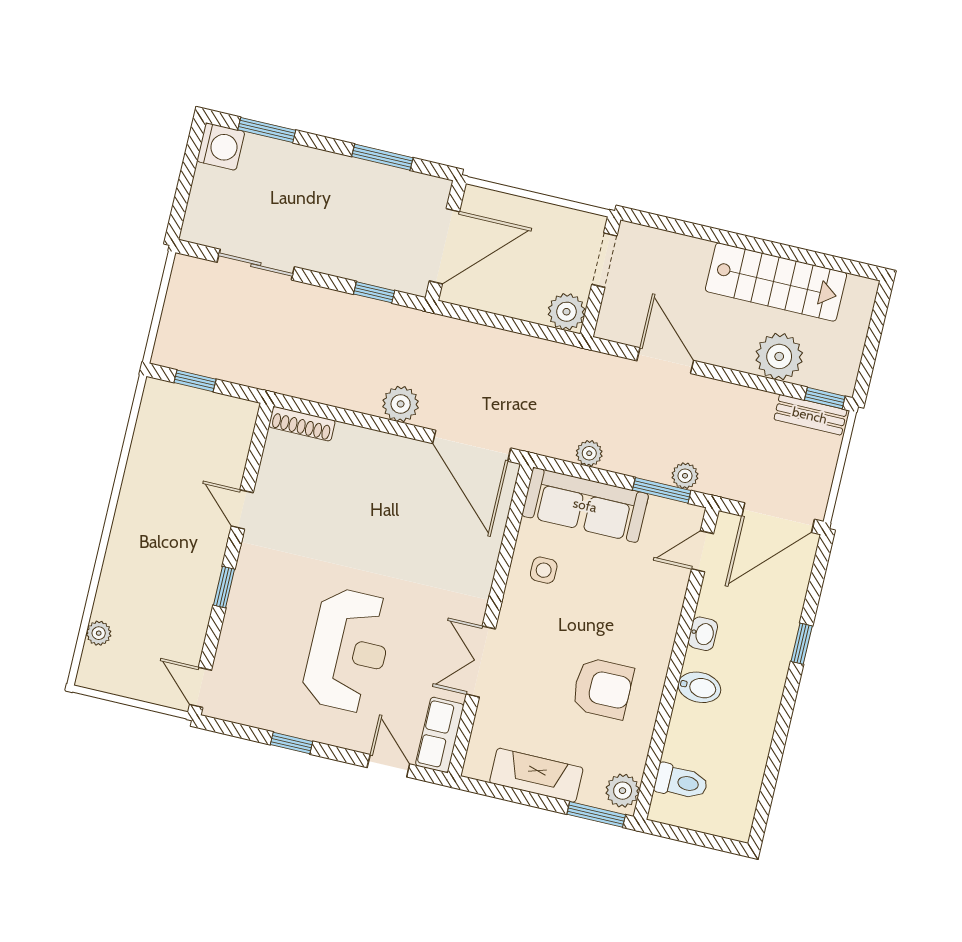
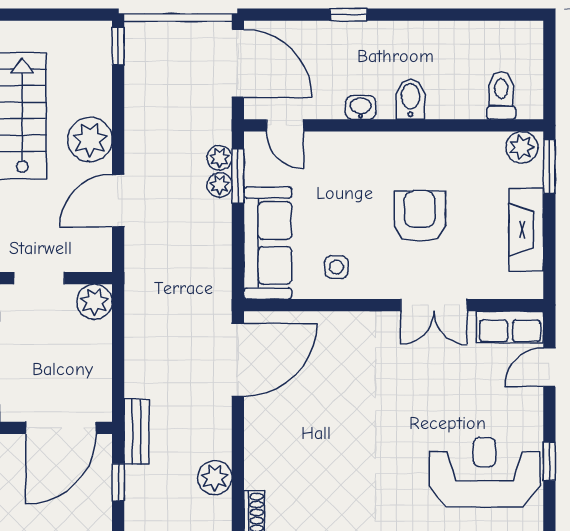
door: (444, 246) -> (61, 428), swing flipped
plant: (779, 356) -> (90, 140), moved
plant: (401, 404) -> (215, 478), moved
bench: (810, 415) -> (137, 431), moved
plant: (589, 453) -> (220, 185), moved
reception desk: (348, 650) -> (484, 472), moved
armchair: (603, 688) -> (420, 216), moved

